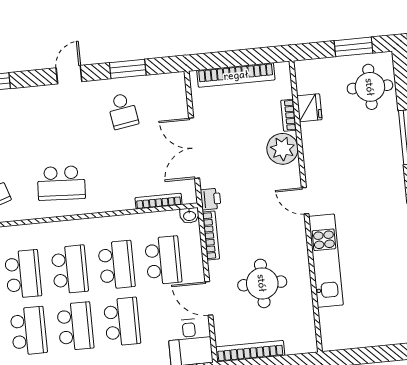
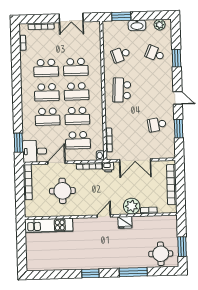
fridge: (309, 108) -> (125, 222), moved
double door: (194, 148) -> (135, 160), swing flipped
kitchen unit: (326, 261) -> (49, 225), moved

